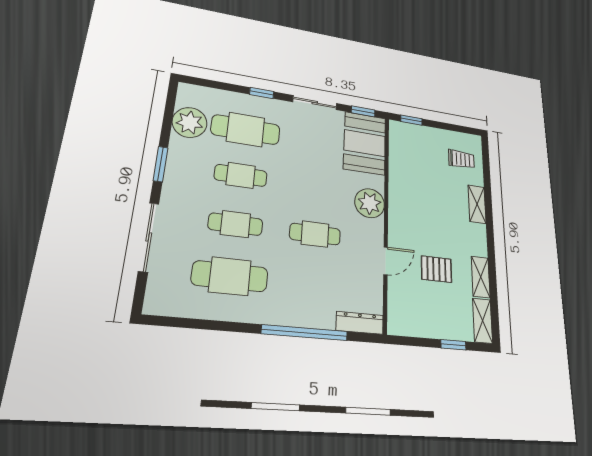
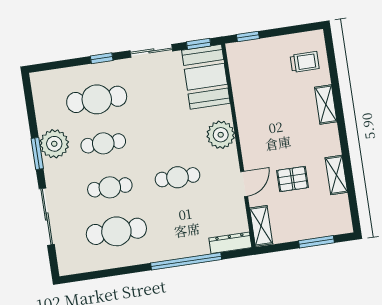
plant: (190, 122) -> (54, 144), moved
shelving: (483, 321) -> (261, 226), moved
window: (453, 345) -> (316, 242), width x1.50

